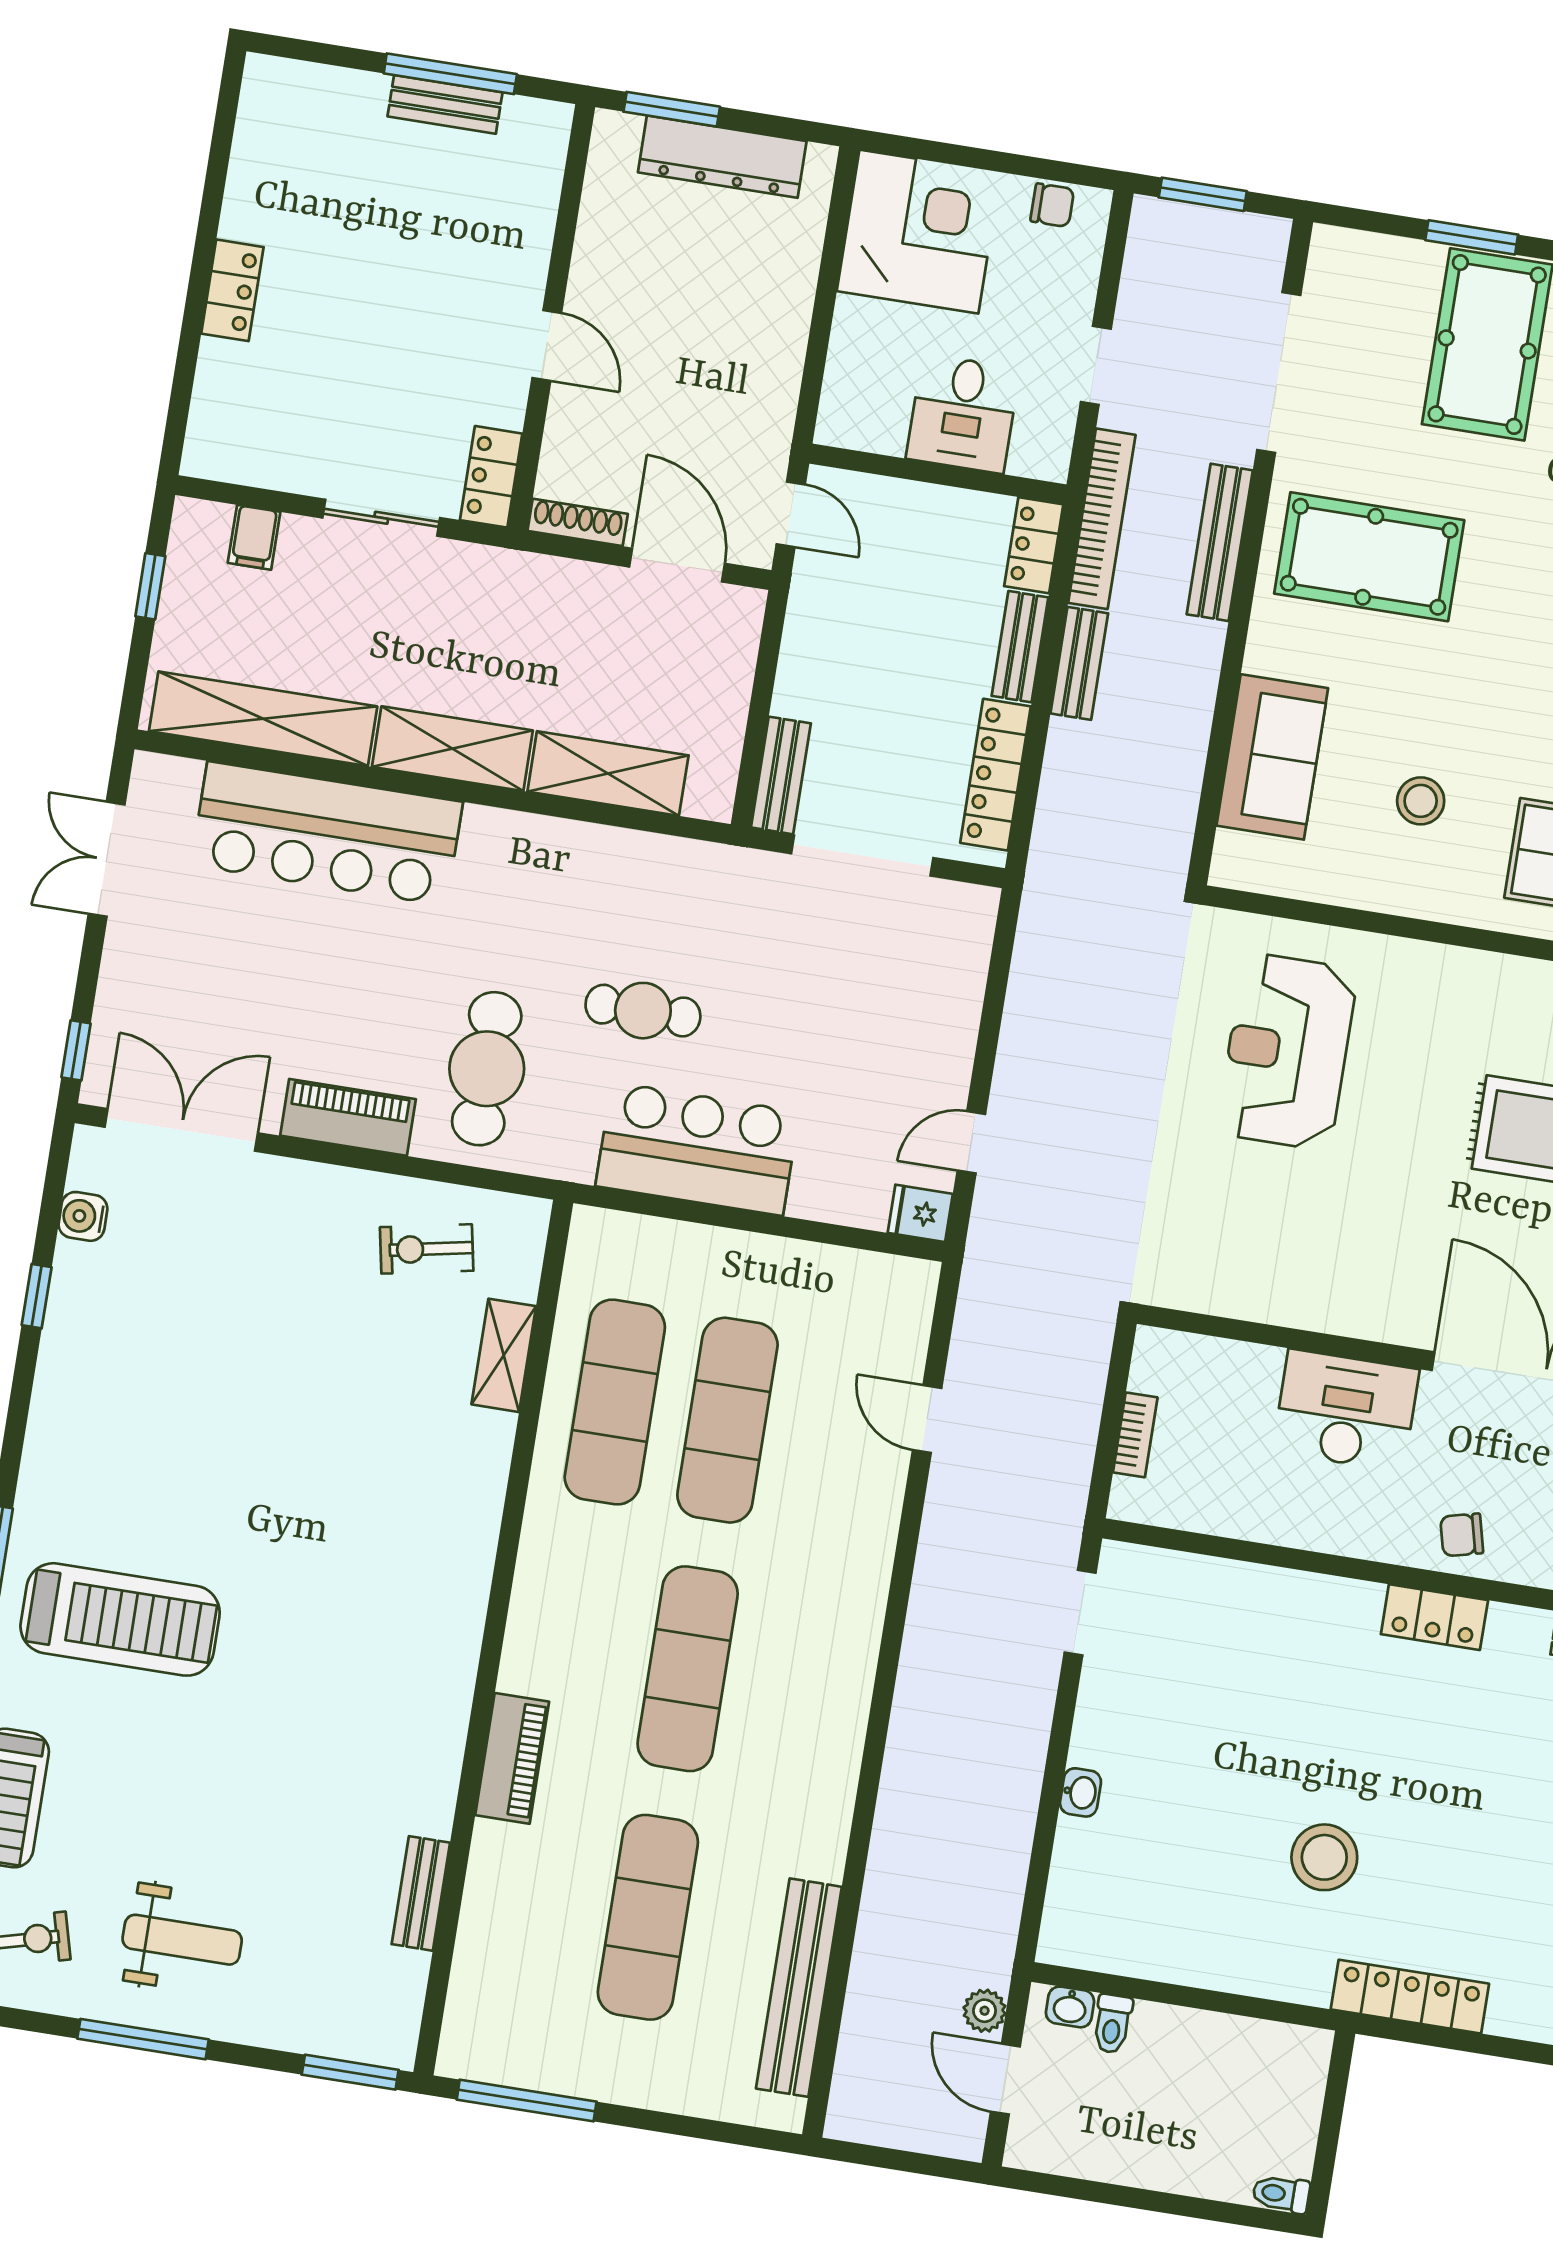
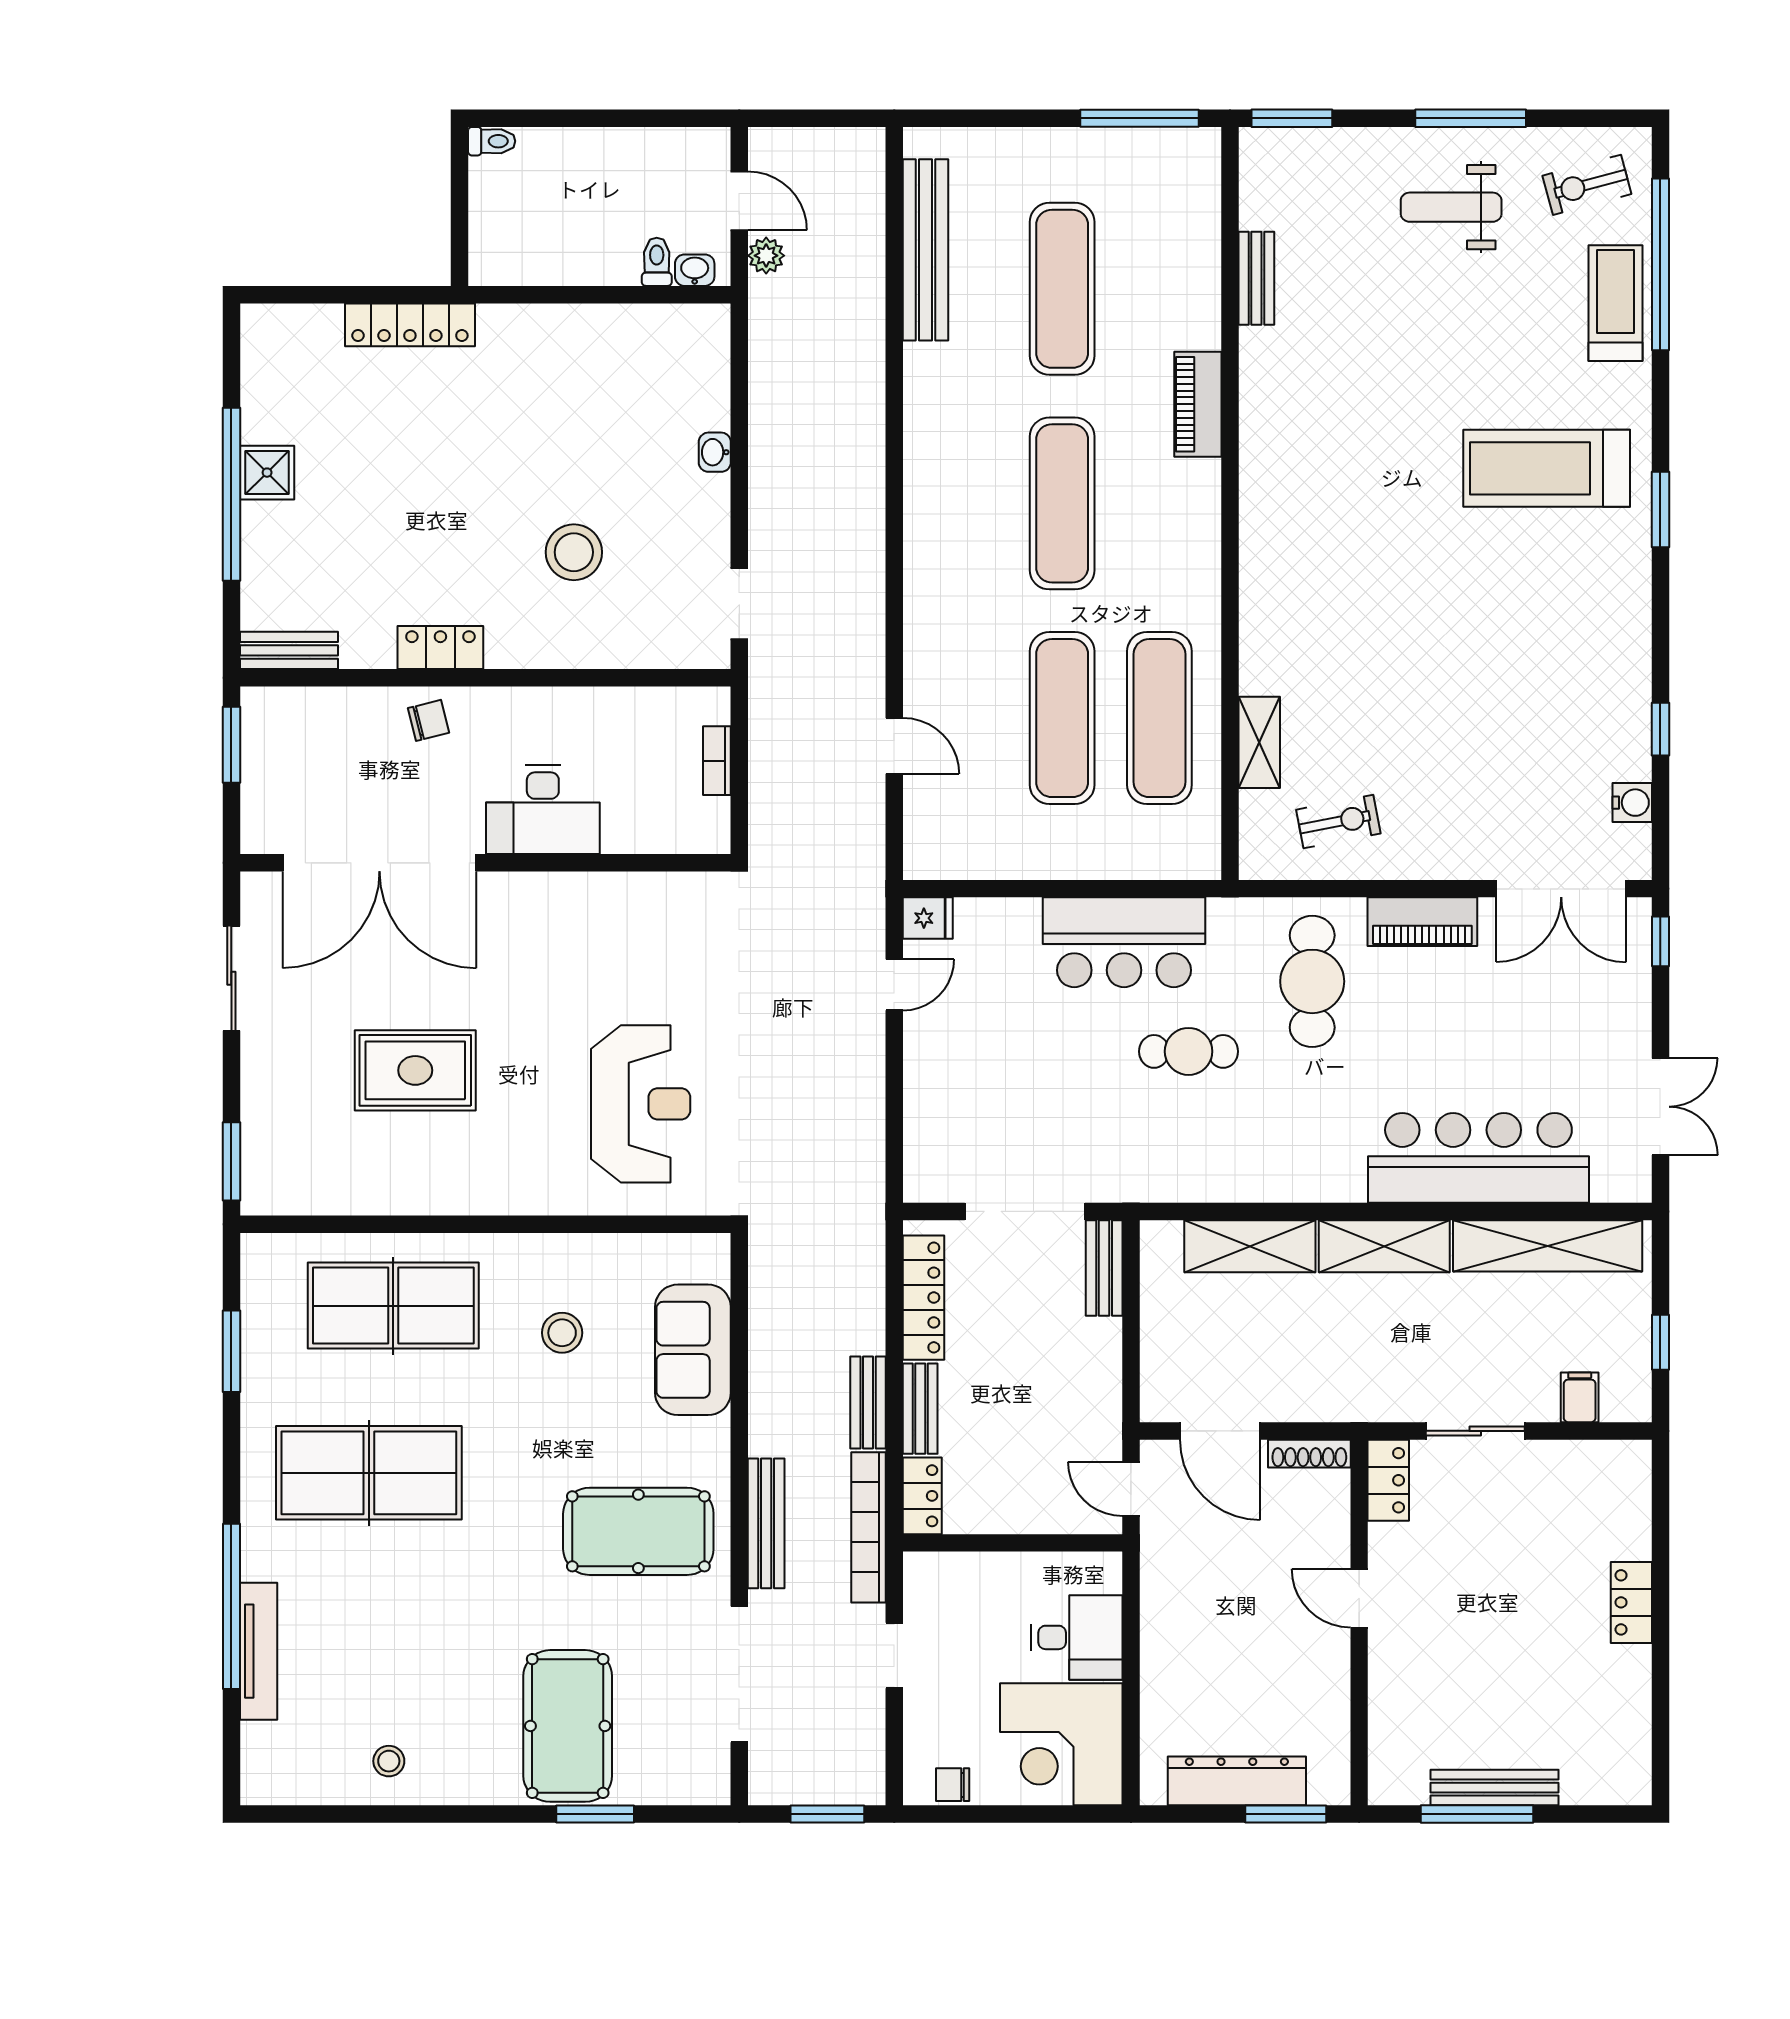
bench: (445, 104) -> (1494, 1788), width x1.36
desk: (963, 414) -> (1077, 1637), moved, turned 90
stool: (1324, 1857) -> (574, 552), moved

